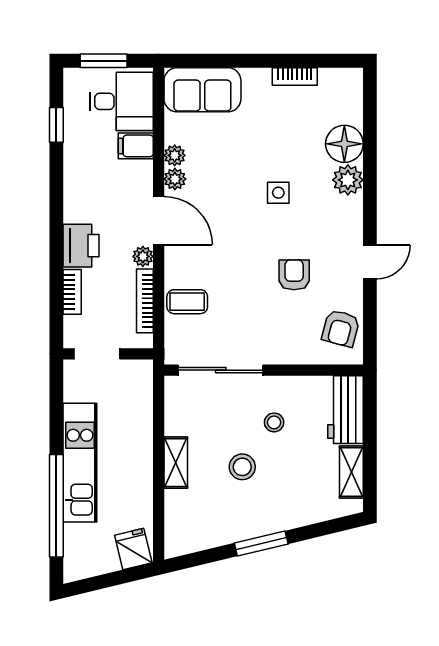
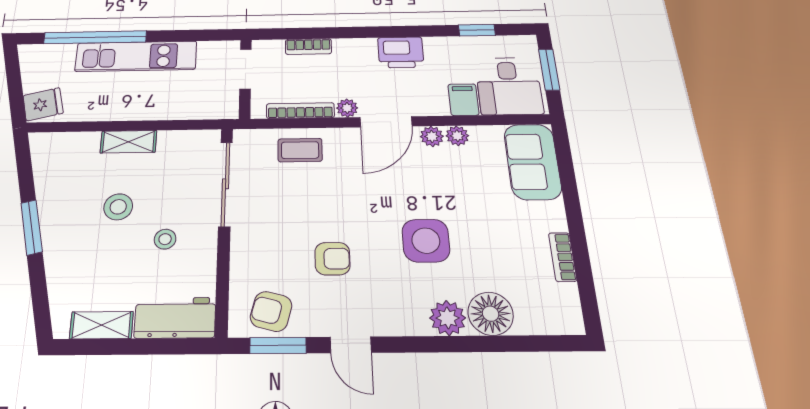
side table: (278, 193) -> (426, 241), width x1.87, depth x1.87
printer: (81, 246) -> (401, 52), moved
coffee table: (187, 302) -> (300, 150), turned 90
window: (370, 322) -> (278, 345), added

